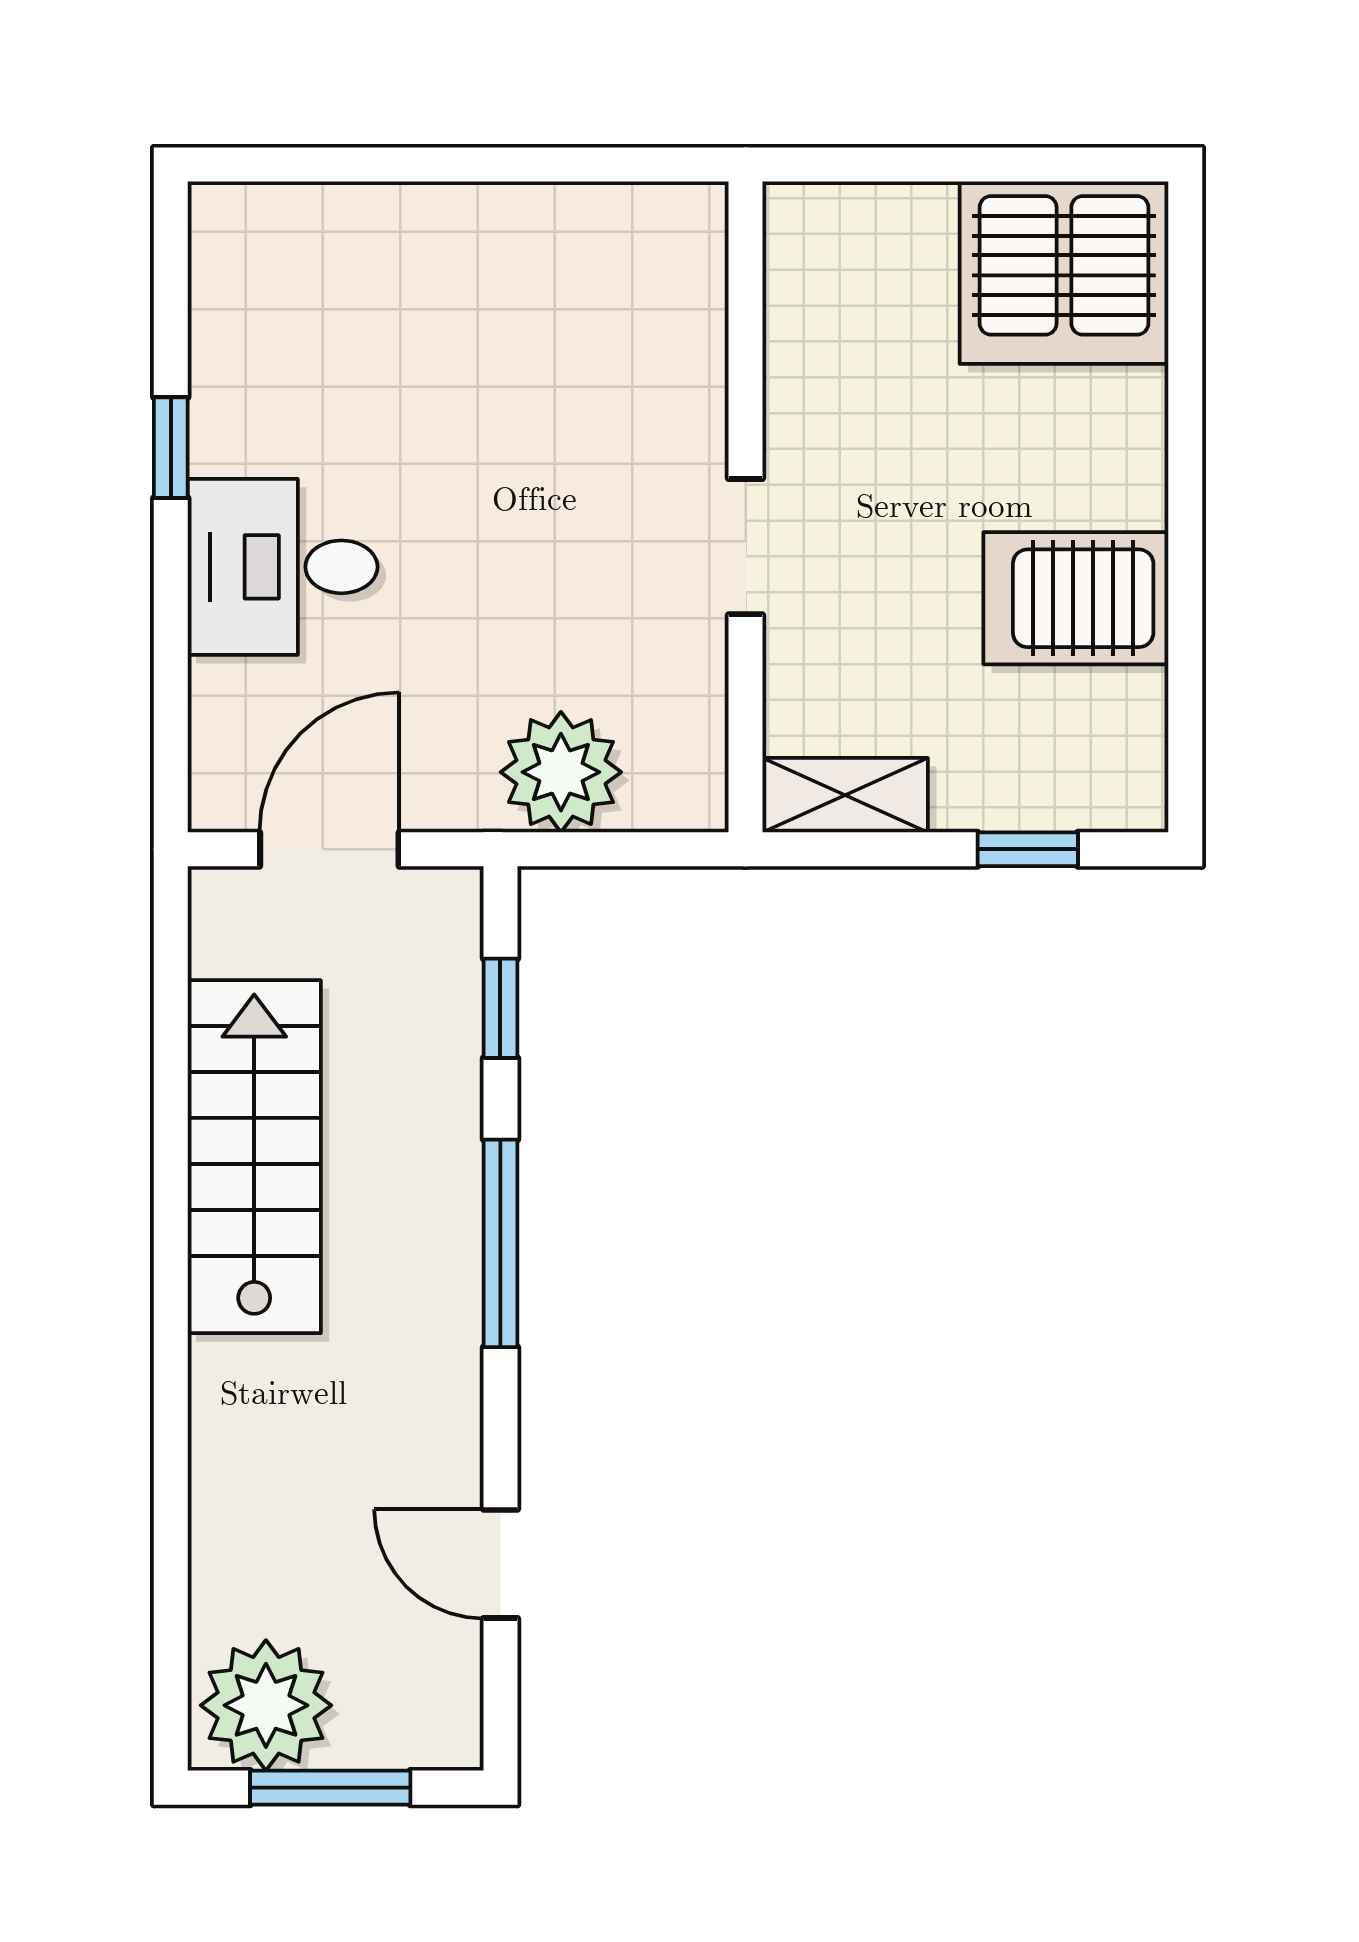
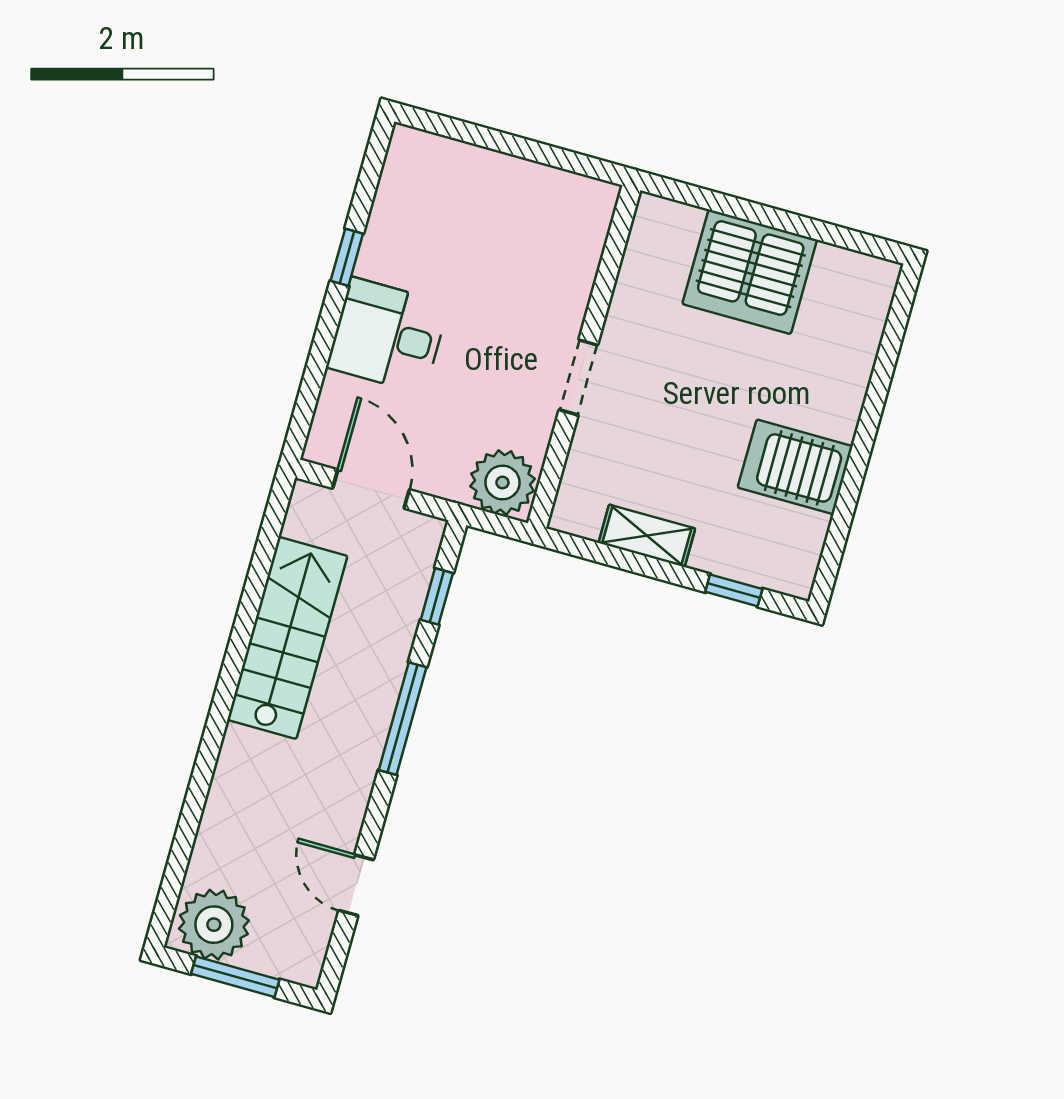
server rack: (1064, 273) -> (750, 272), moved
wall: (746, 507) -> (584, 357), moved
doorway: (746, 547) -> (578, 377), moved
door: (329, 849) -> (371, 489), hinge flipped

